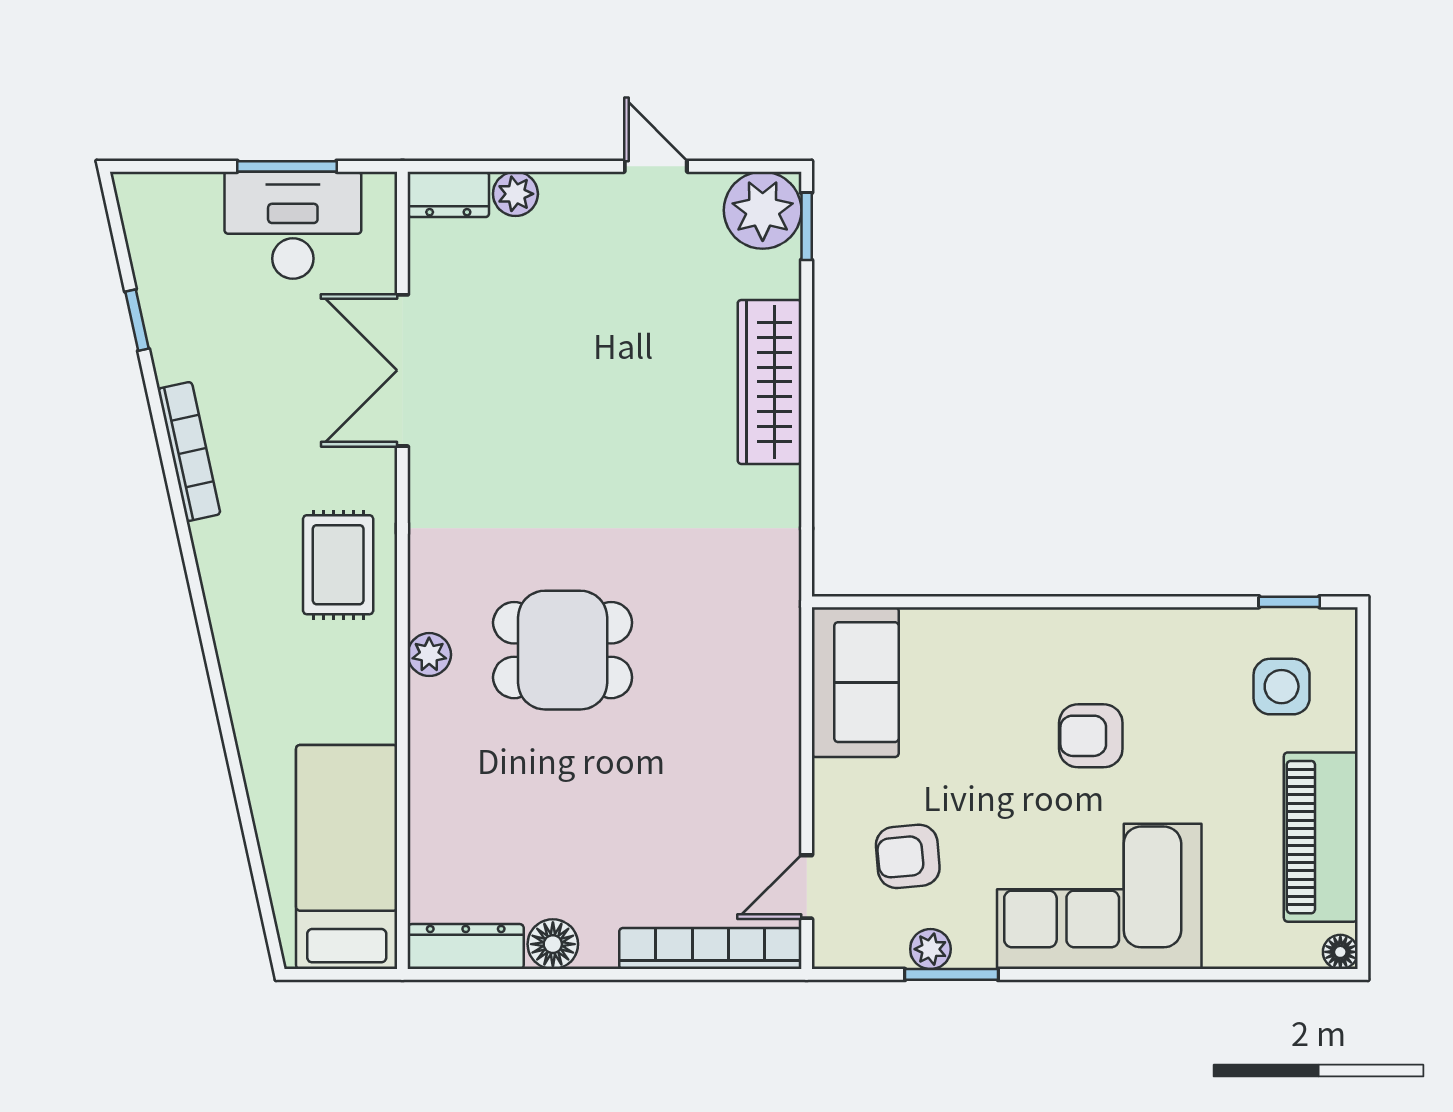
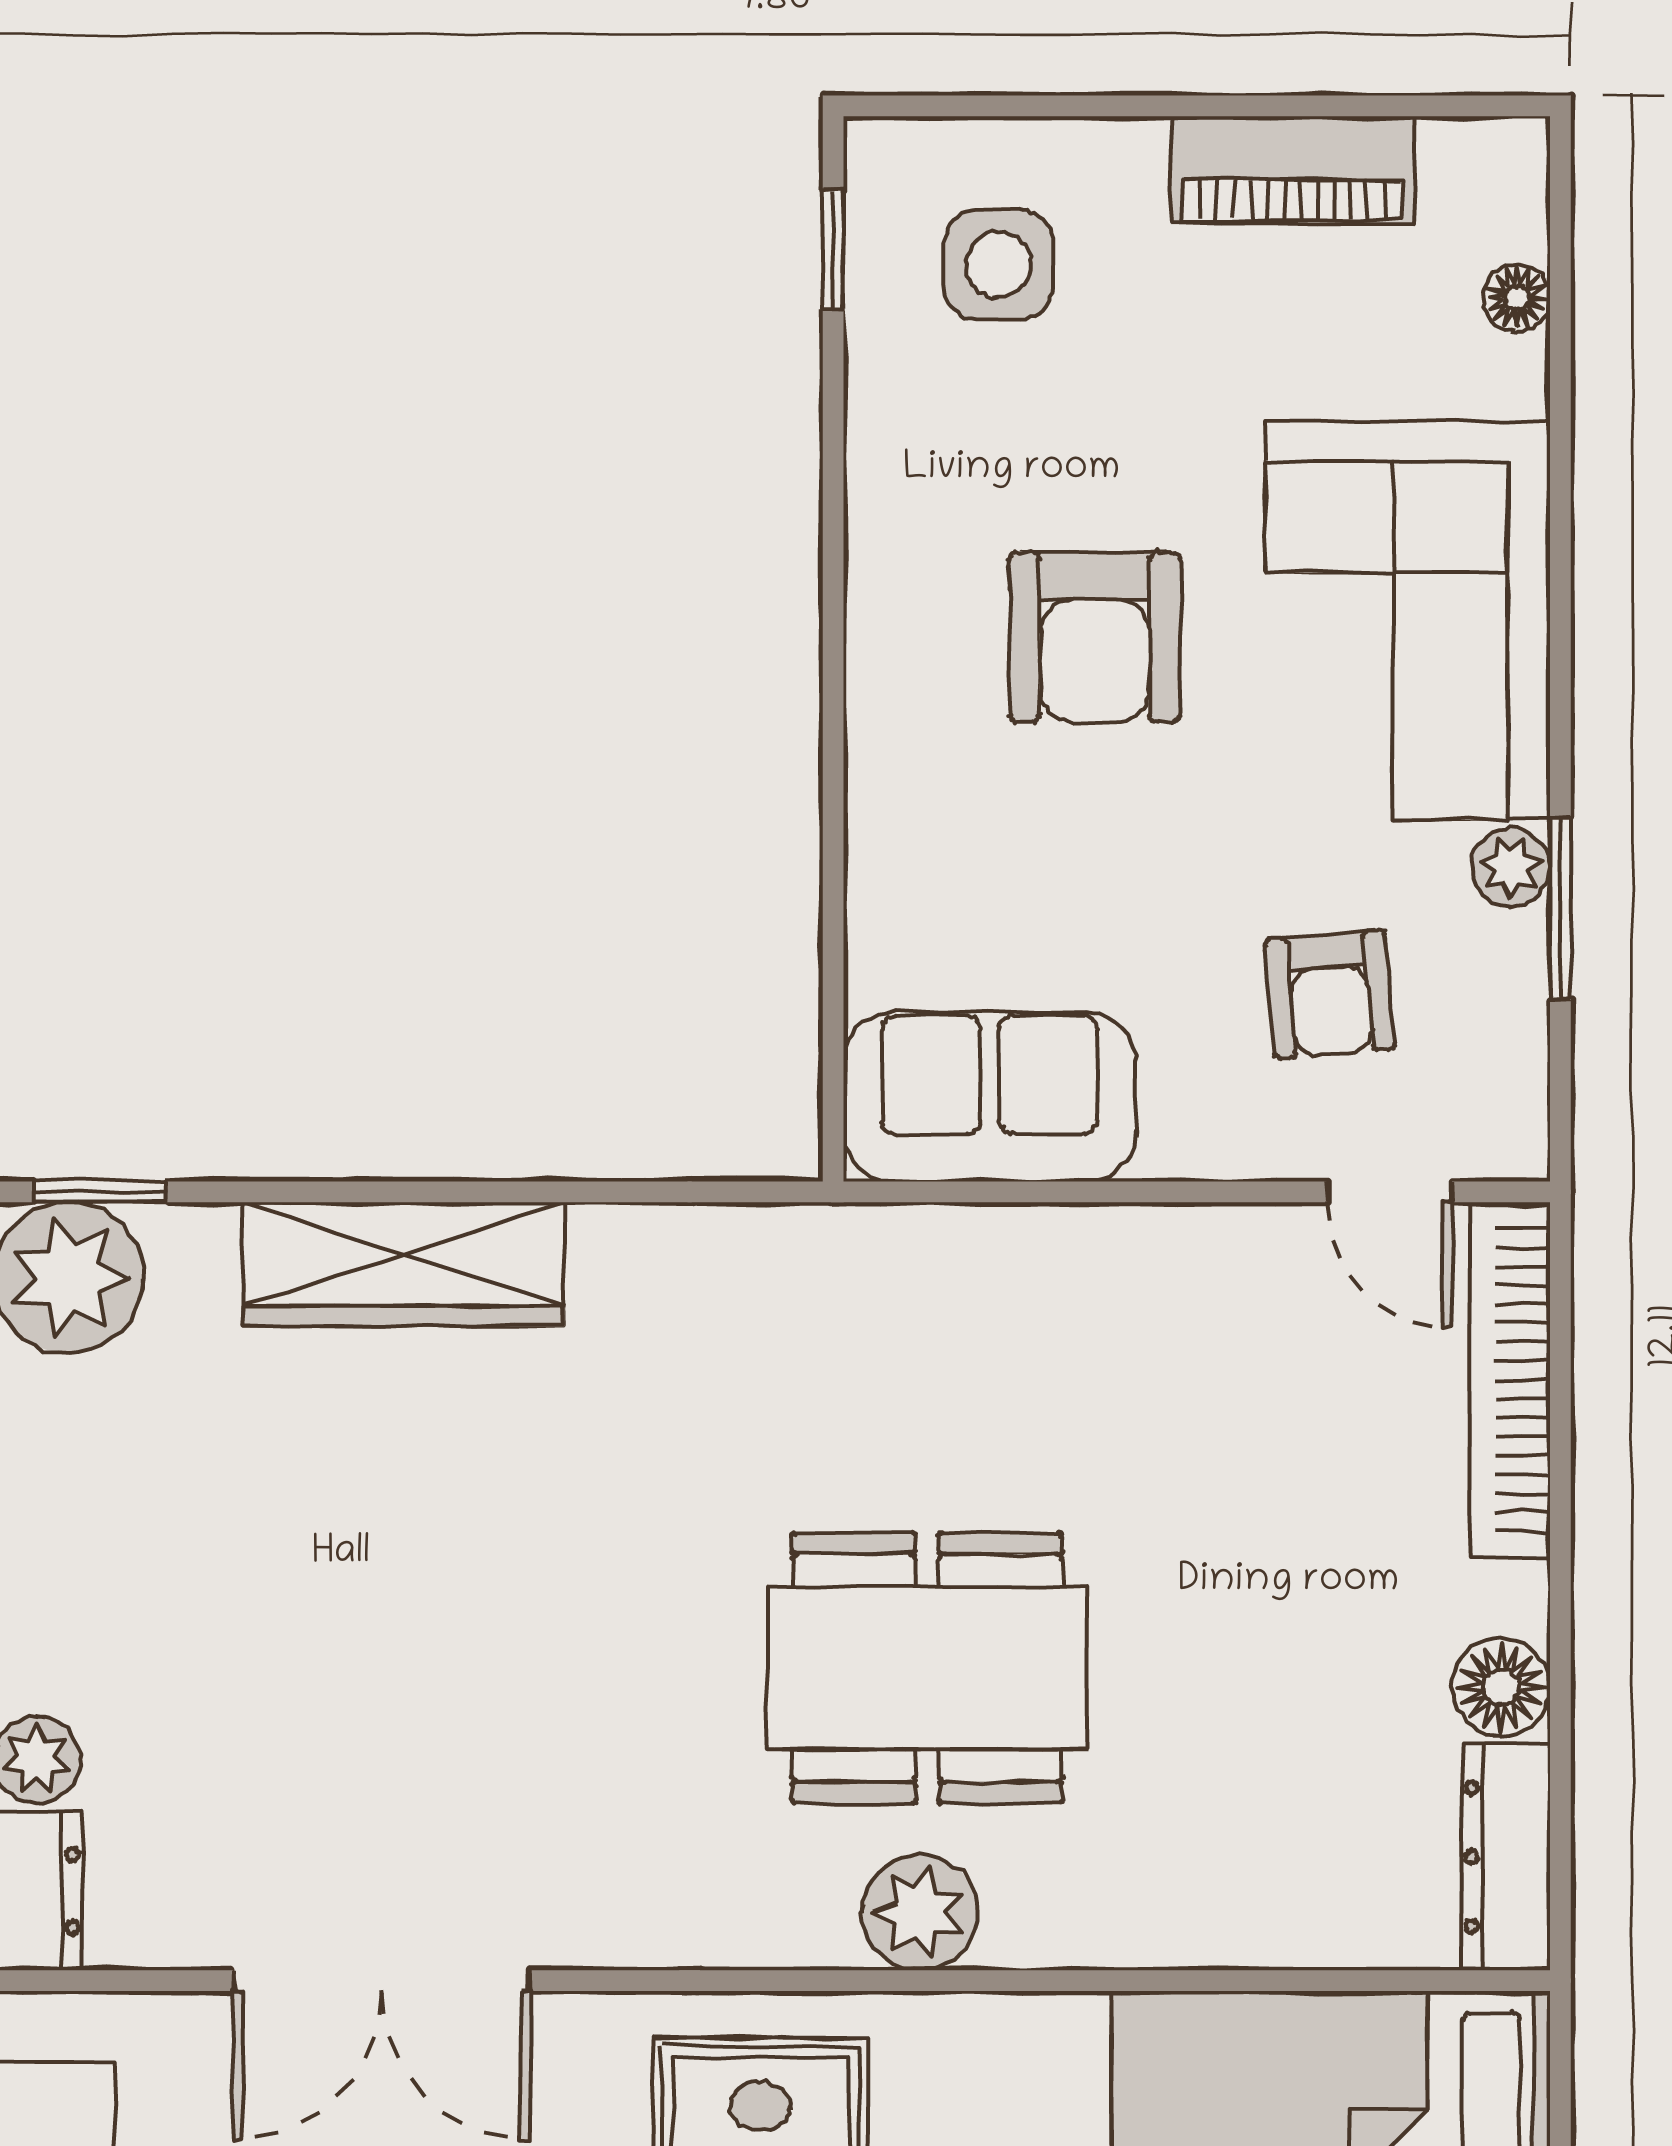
dining table: (563, 650) -> (927, 1668), width x1.38
plant: (429, 655) -> (920, 1913), width x1.38, depth x1.38
armchair: (1091, 736) -> (1095, 637), width x1.38, depth x1.38
piano: (1321, 837) -> (1292, 170), width x0.73, depth x0.75
plant: (930, 949) -> (1511, 867), moved
floor lamp: (1340, 952) -> (1516, 298), moved

